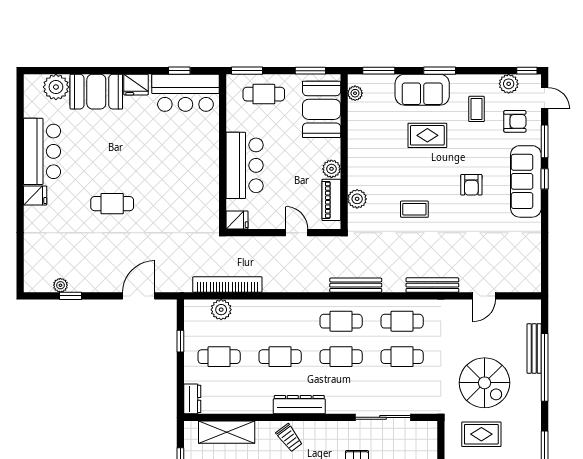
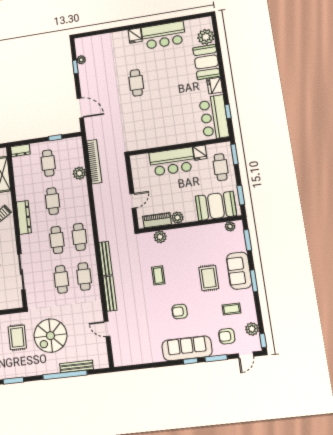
armchair: (515, 121) -> (227, 336), turned 90
fridge: (237, 220) -> (200, 153), moved
bench: (356, 285) -> (106, 259), moved
plant: (221, 310) -> (79, 173), moved

